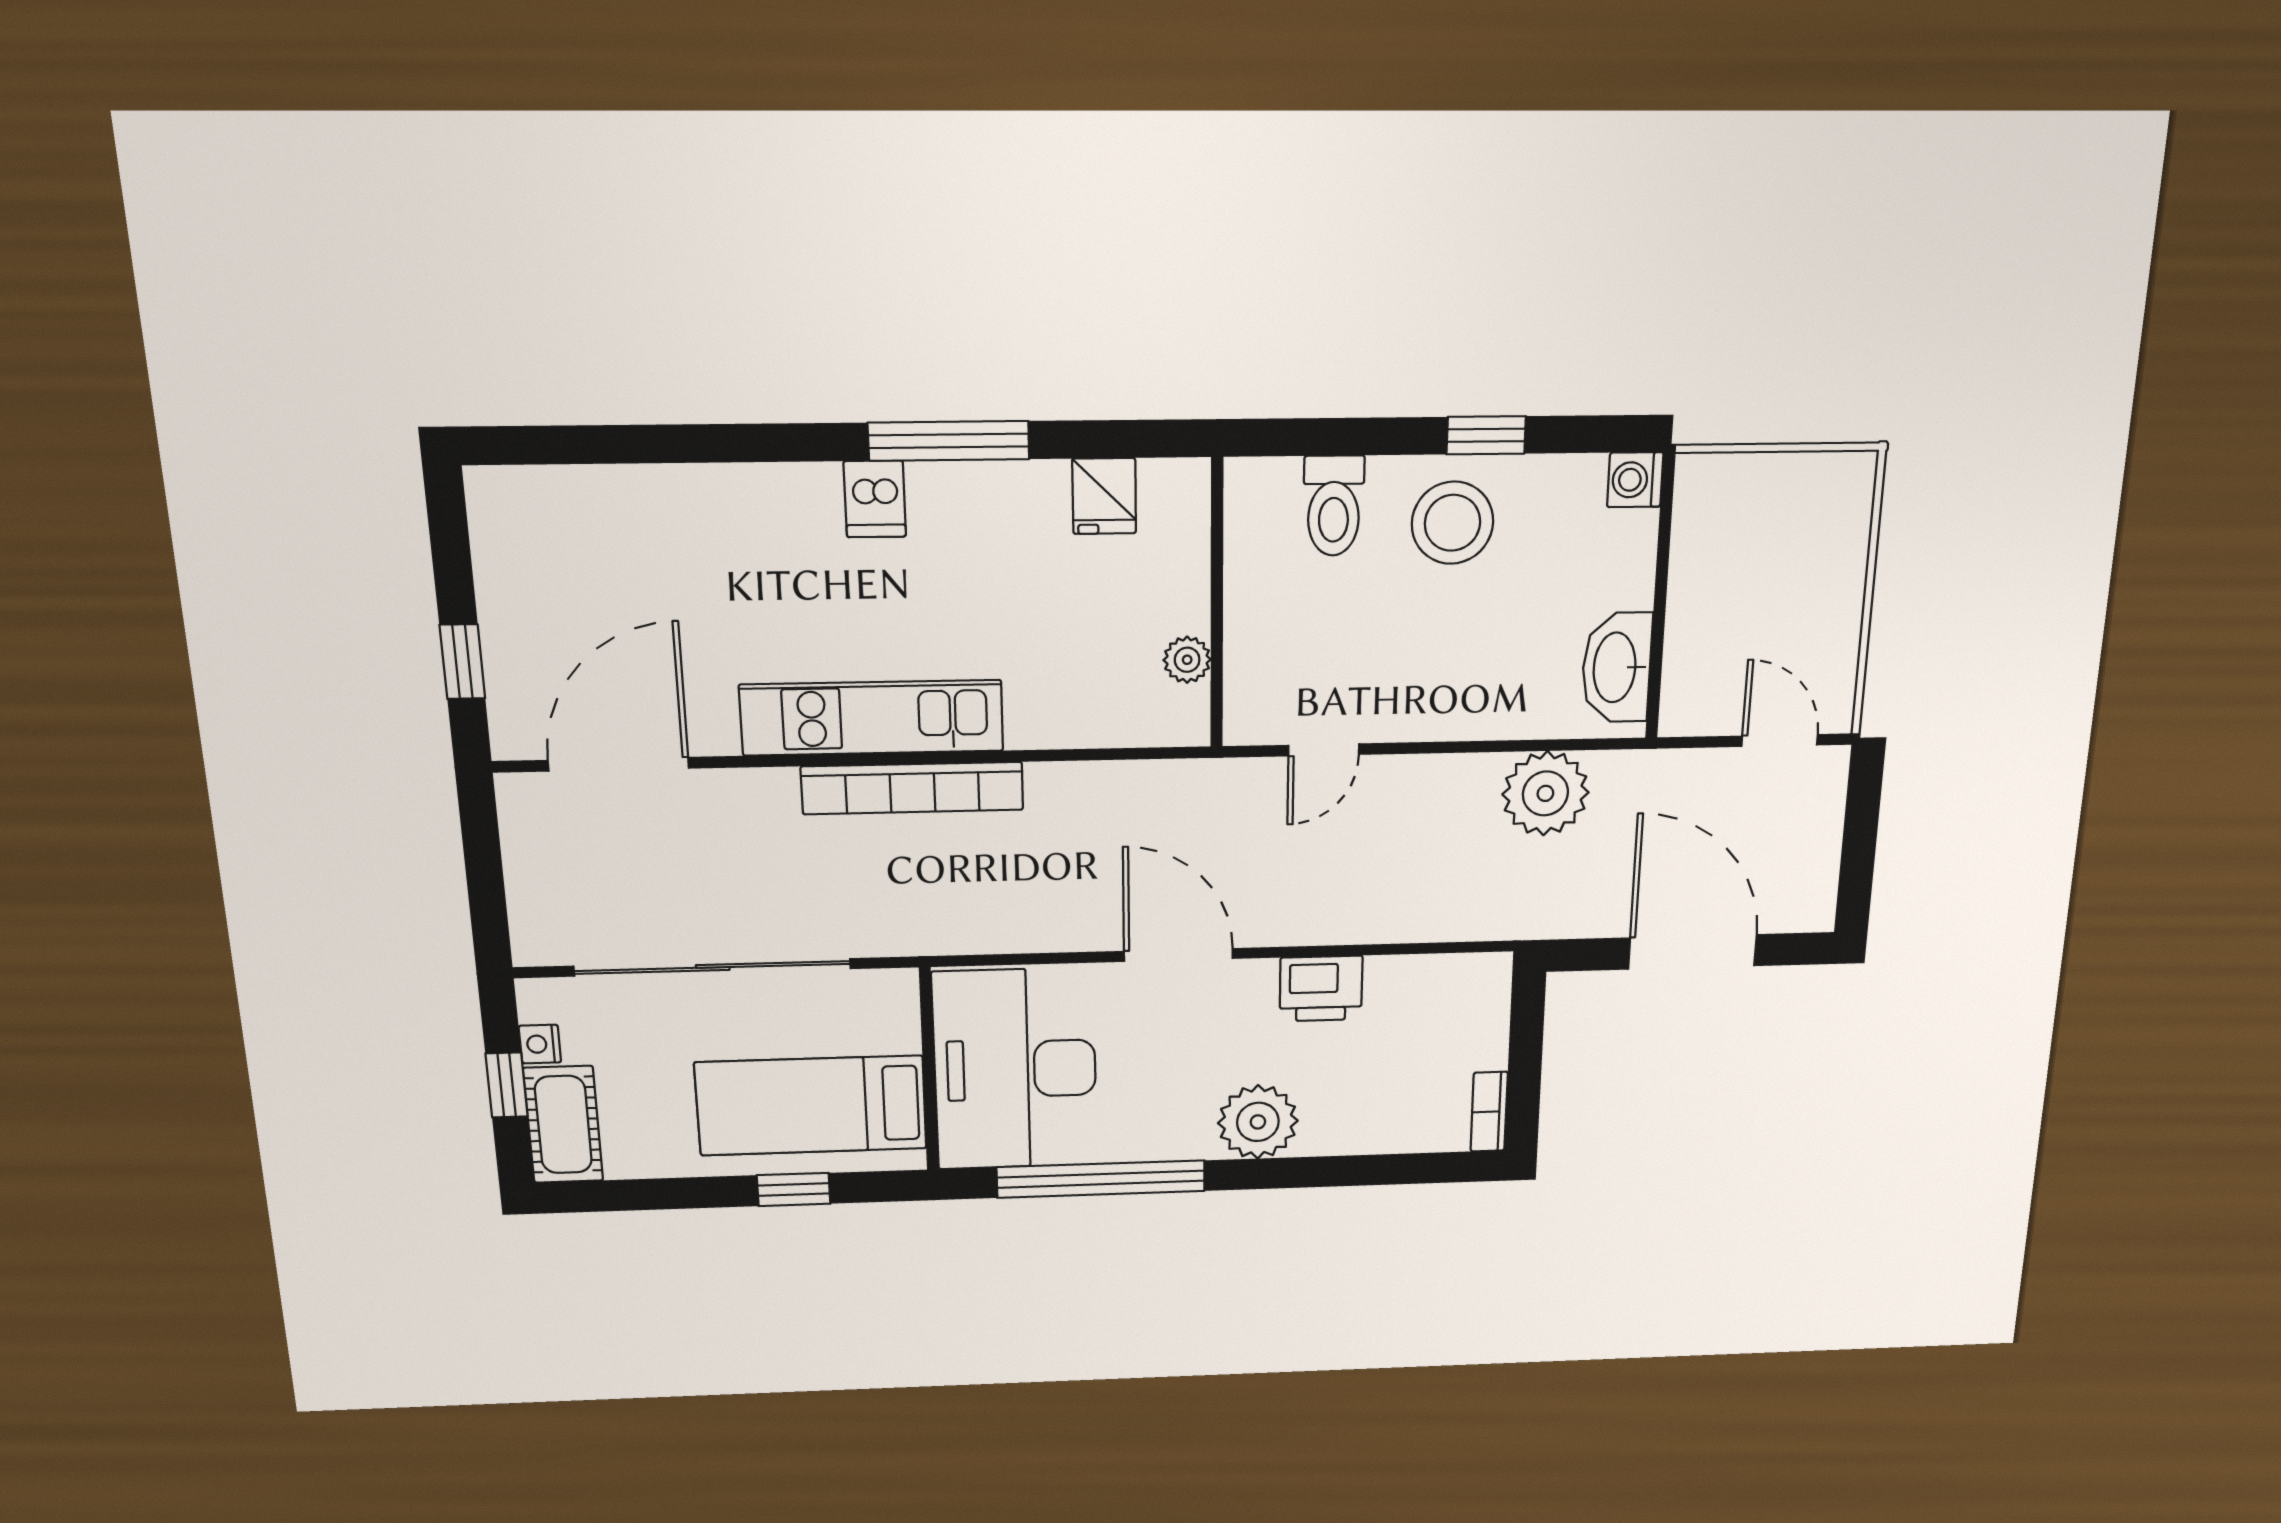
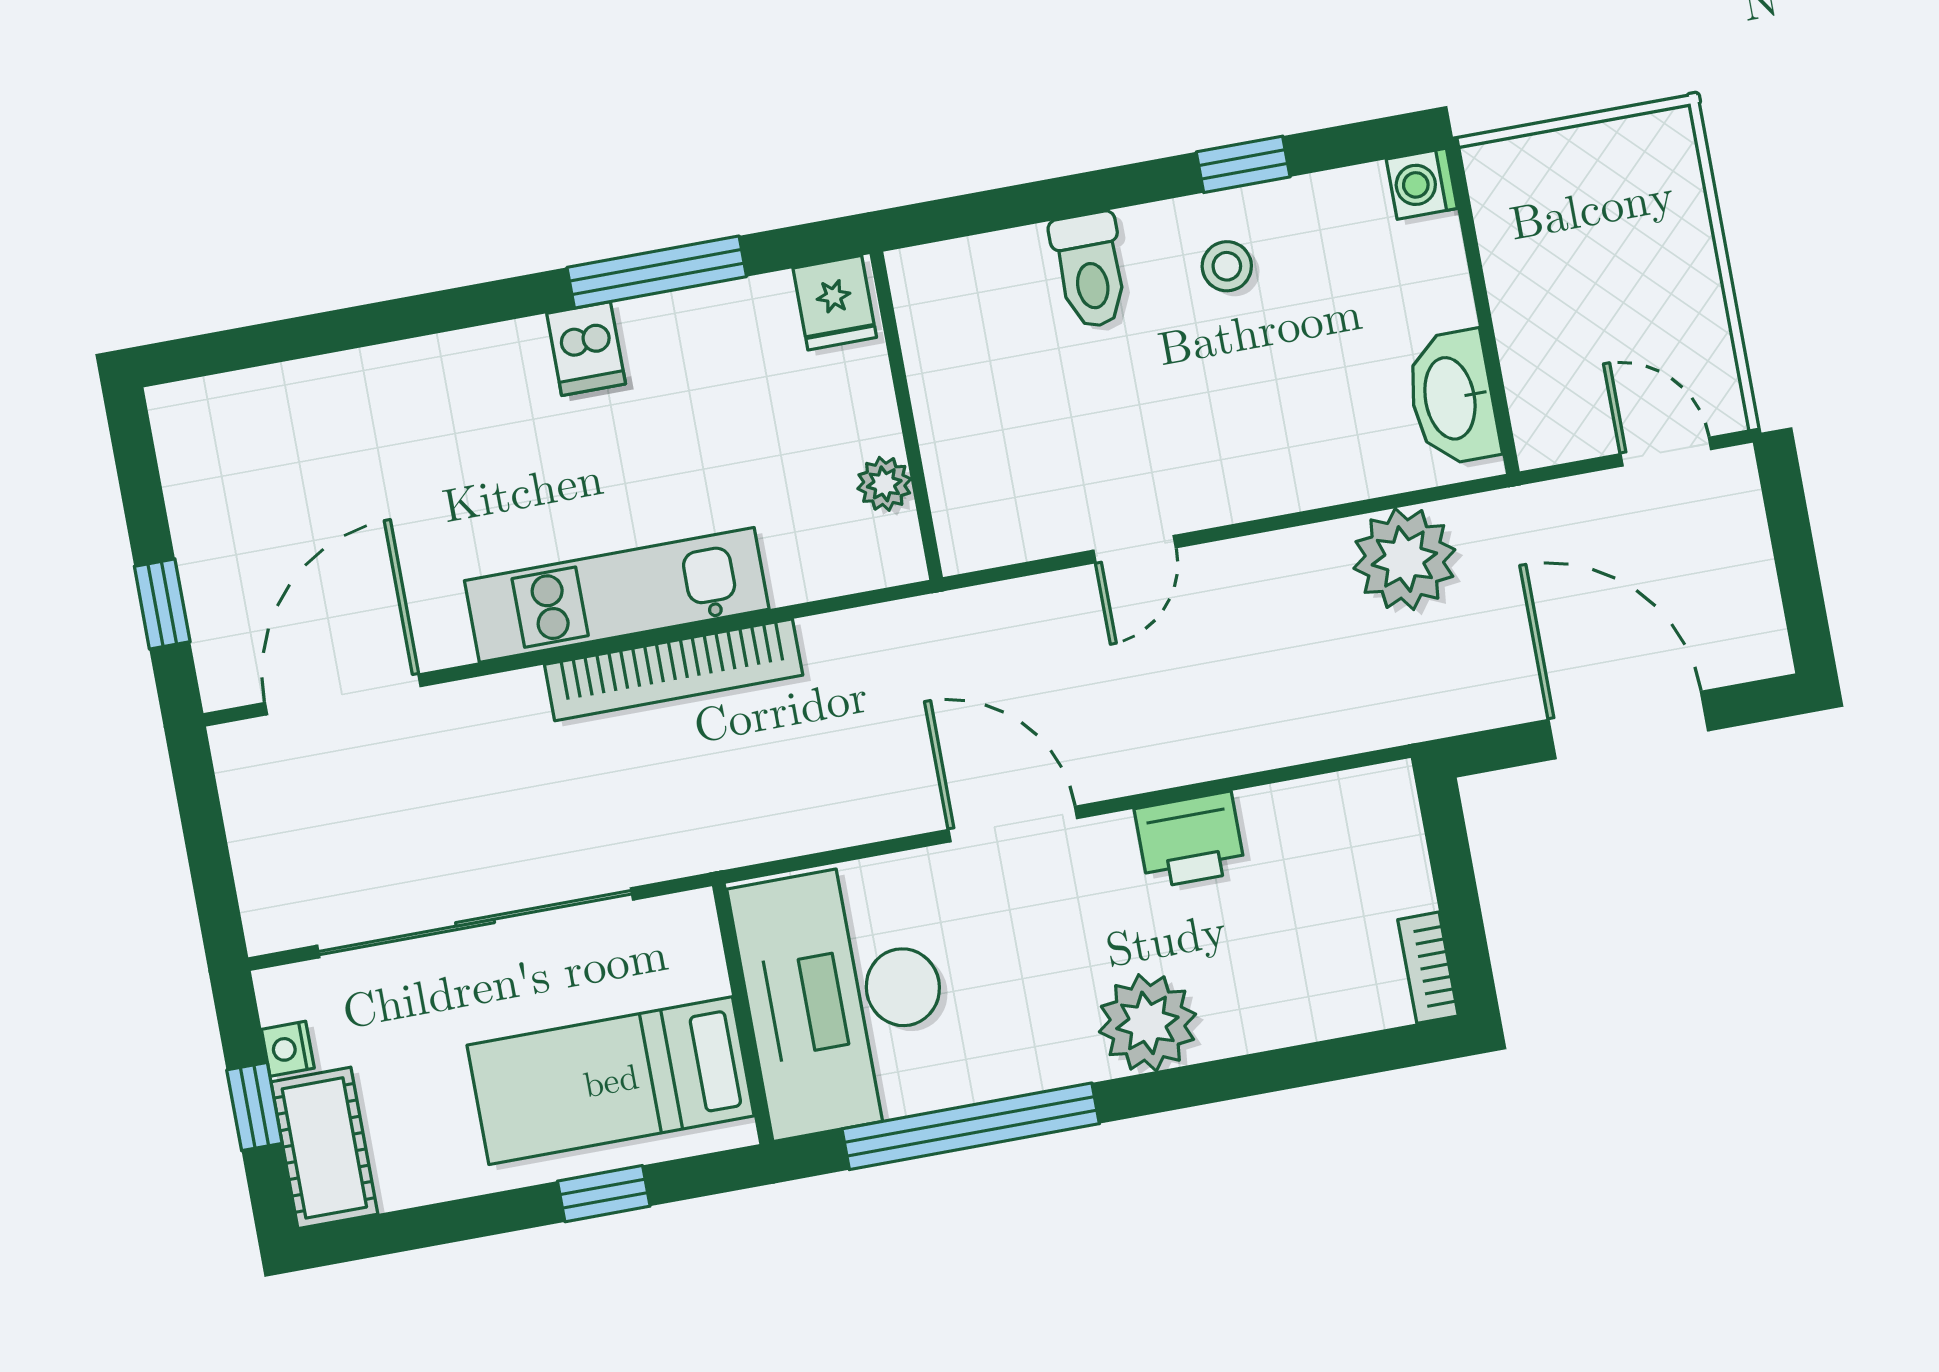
stool: (1453, 523) -> (1227, 266), width x0.53, depth x0.53
wall: (1217, 605) -> (906, 416), moved
plant: (1187, 660) -> (884, 484), moved

